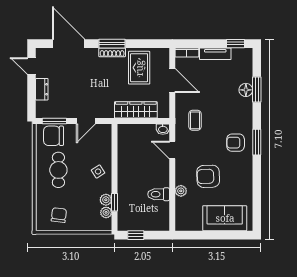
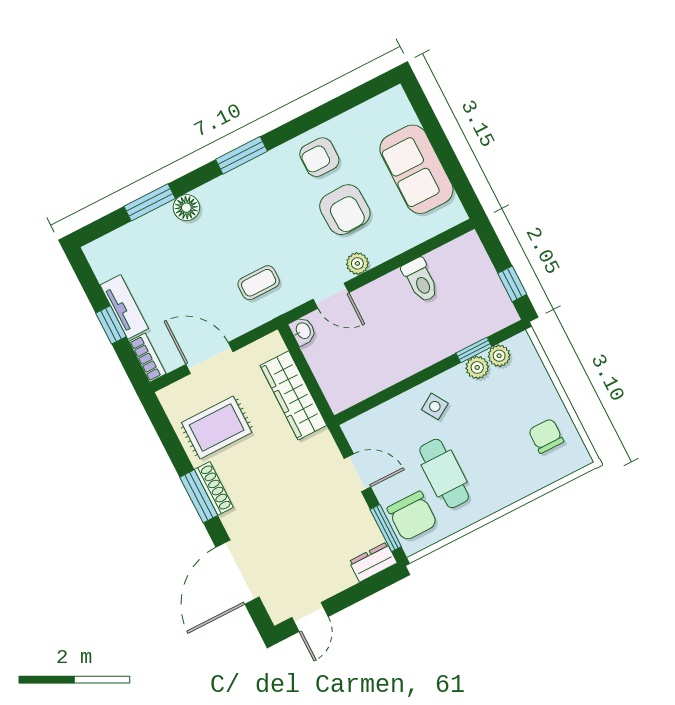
window: (236, 44) -> (111, 325), moved
door: (172, 81) -> (209, 358), hinge flipped
dresser: (42, 89) -> (373, 562), moved
floor lamp: (246, 90) -> (186, 208), moved
armchair: (236, 143) -> (319, 157), moved, turned 90
door: (172, 150) -> (331, 296), hinge flipped
cafe table: (58, 170) -> (444, 473), moved, turned 90
plant: (181, 191) -> (357, 263), moved
chair: (59, 215) -> (546, 436), turned 83
sofa: (225, 218) -> (416, 169), moved

